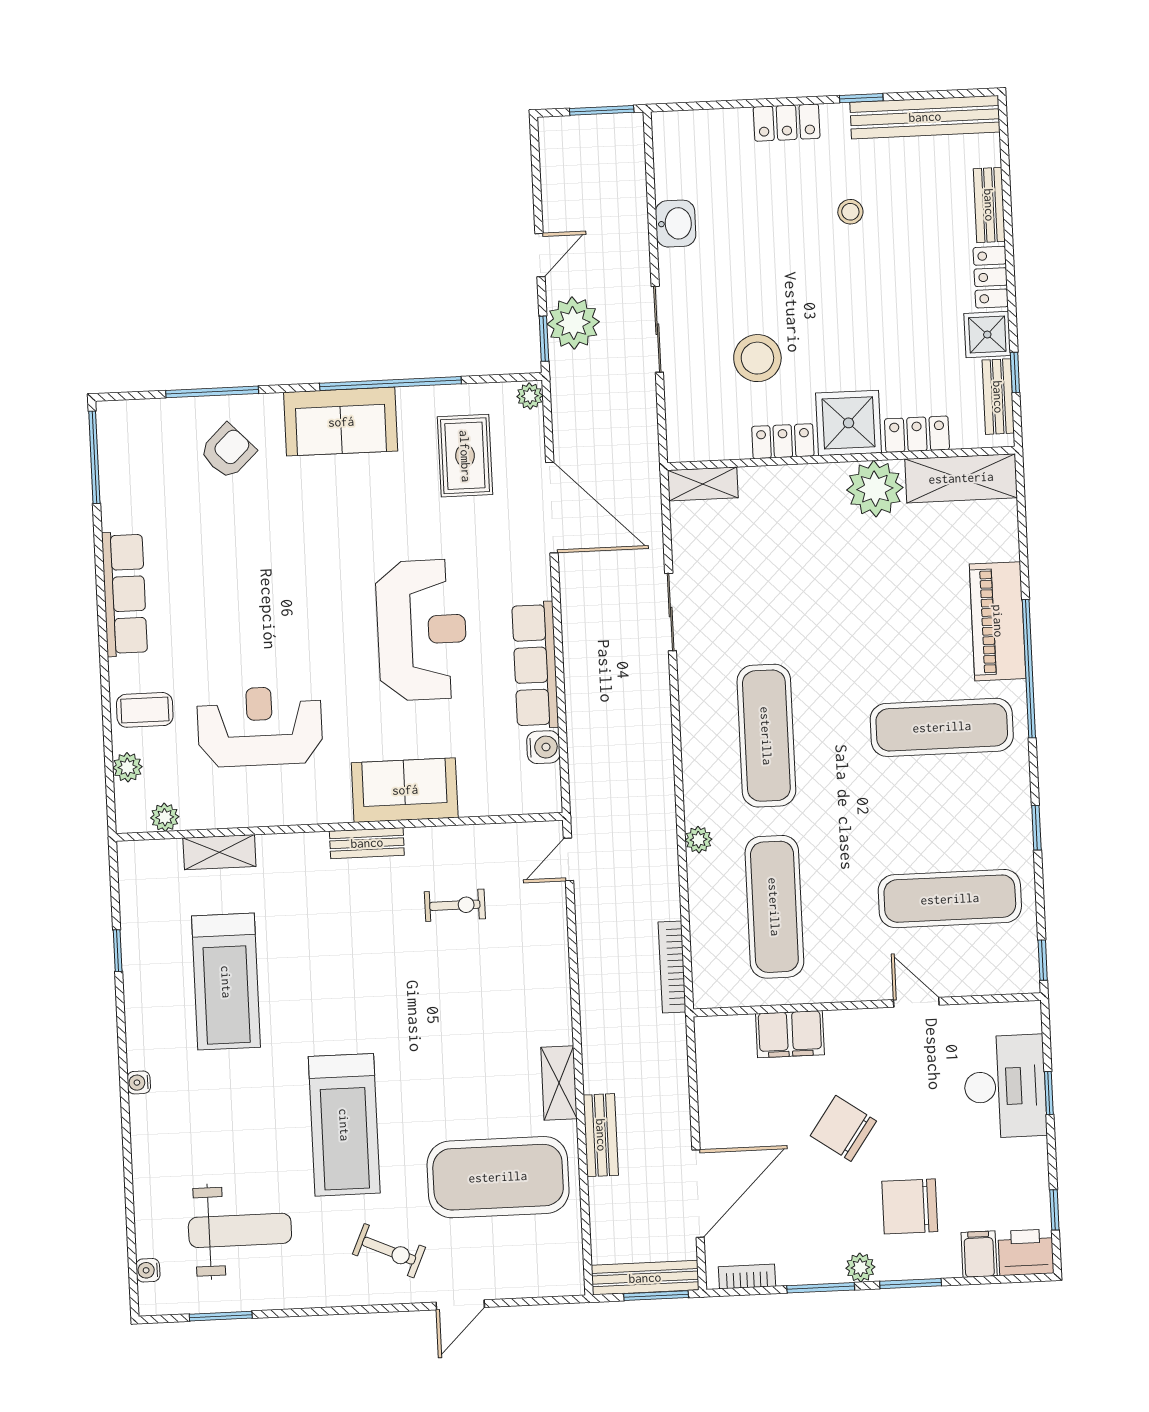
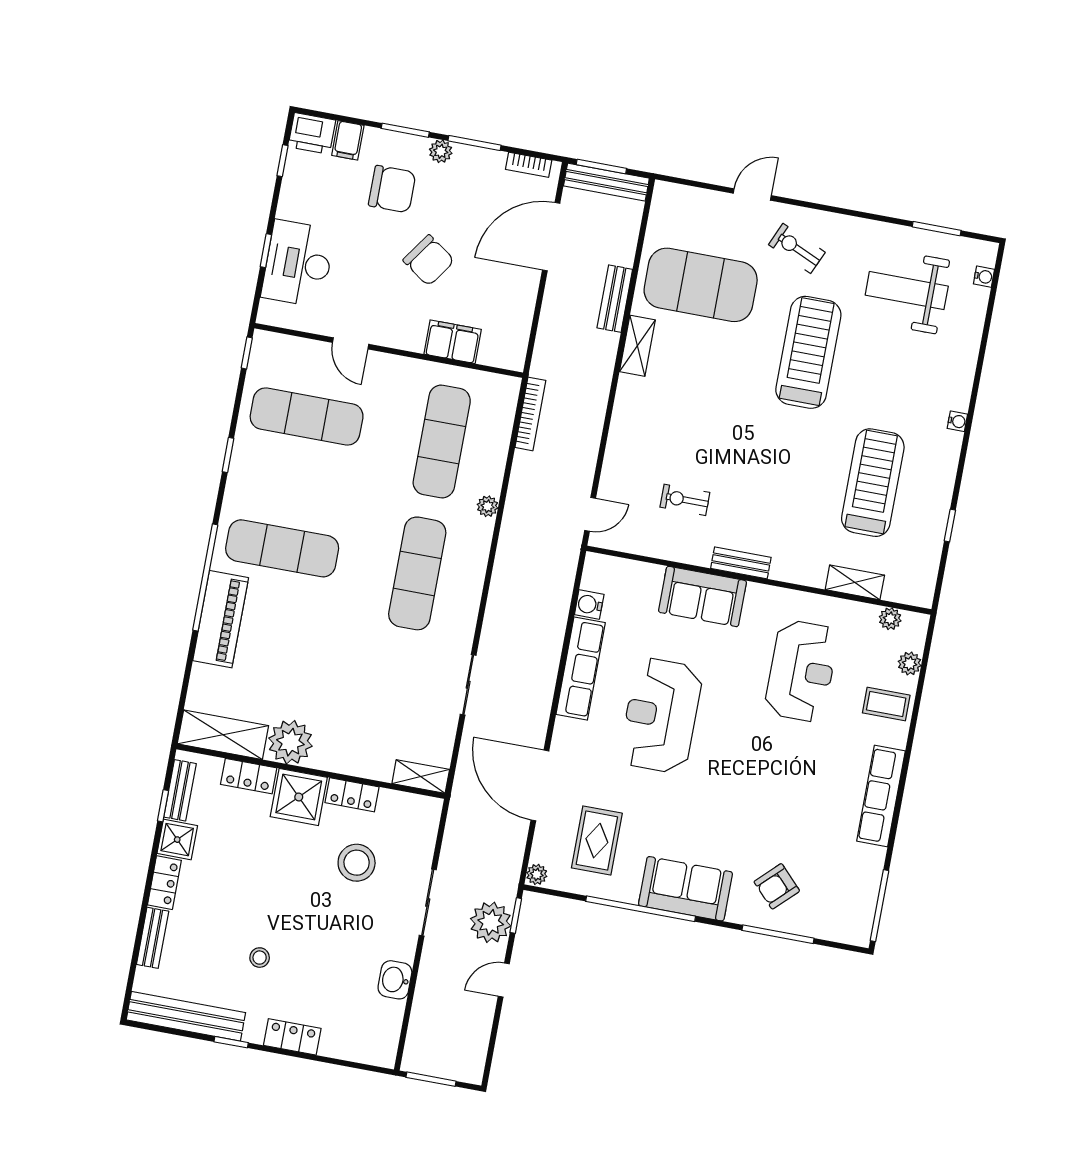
reception desk: (260, 726) -> (801, 671), turned -90

